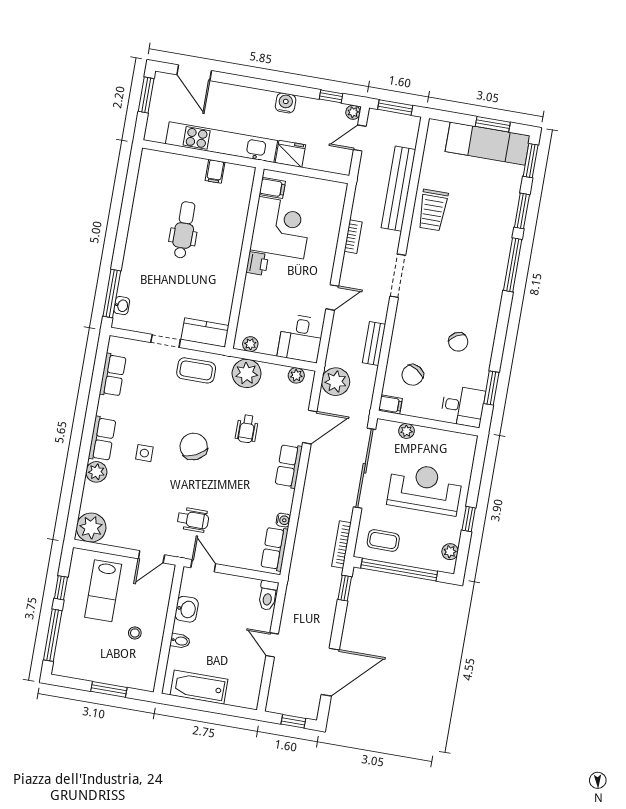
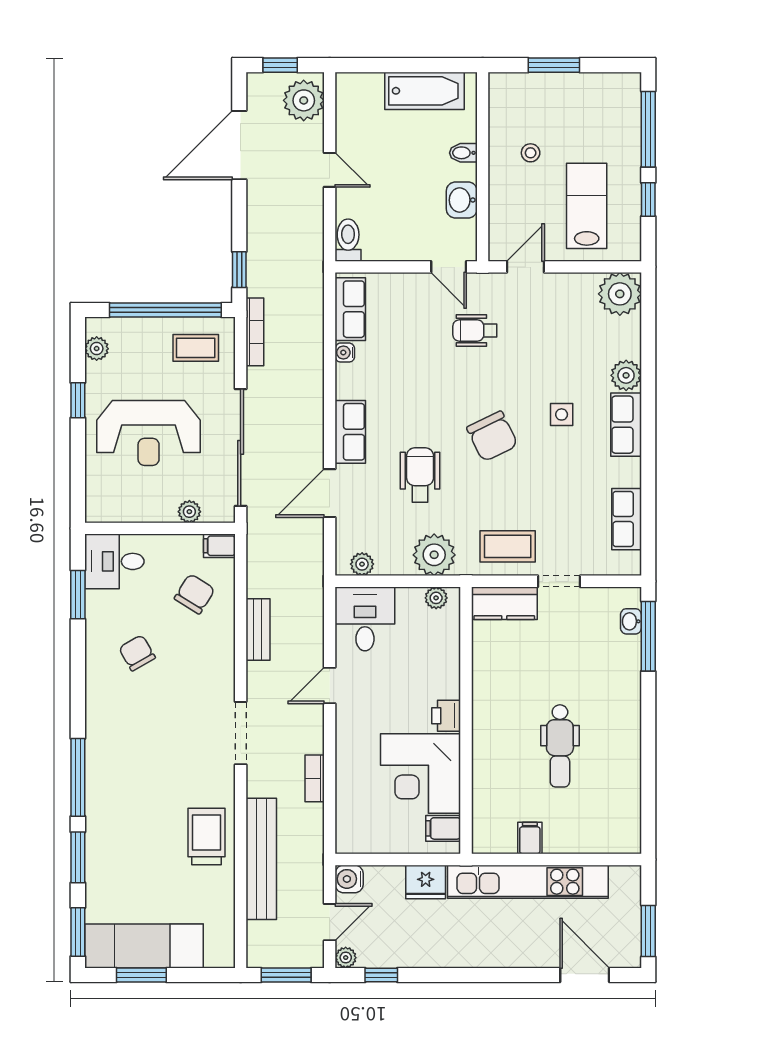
water cooler: (286, 103) -> (349, 879), moved, turned 90
plant: (336, 382) -> (304, 100), moved
wheelchair: (247, 429) -> (420, 475), width x1.36, depth x1.37

